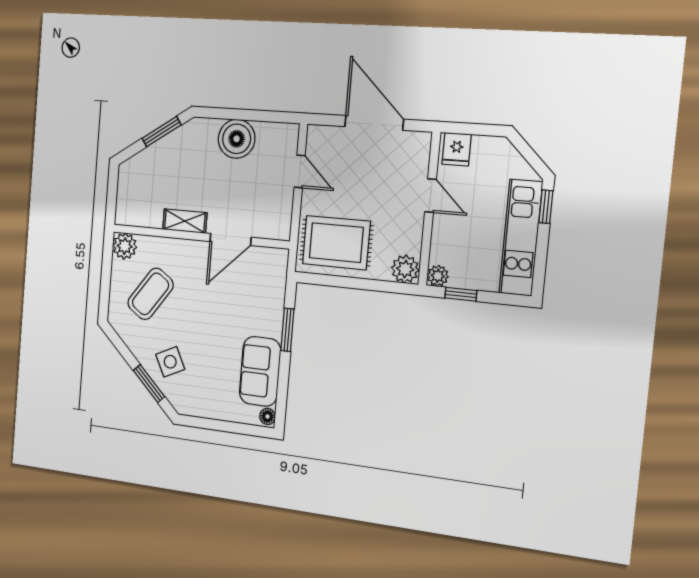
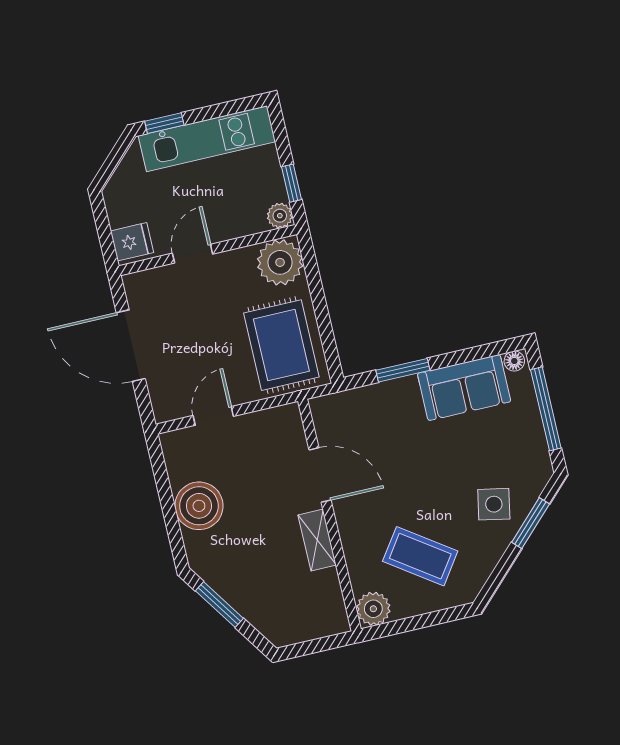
door: (374, 123) -> (131, 346), hinge flipped
plant: (405, 269) -> (280, 262), width x1.36, depth x1.36
side table: (170, 362) -> (494, 504), turned 37
window: (226, 426) -> (546, 409), added

